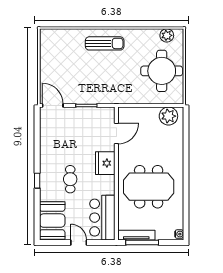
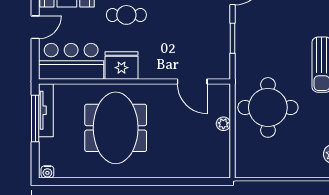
round table: (162, 71) -> (268, 107), moved
plant: (168, 116) -> (223, 124), moved, width x0.53, depth x0.53
fridge: (105, 163) -> (121, 65), moved

